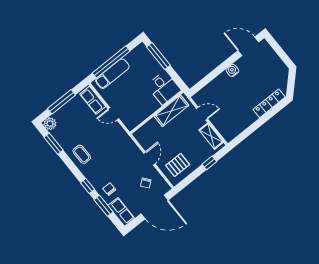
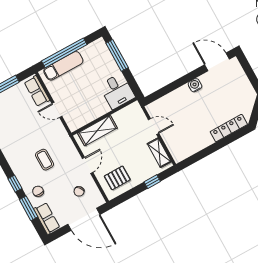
shelving: (172, 111) -> (97, 131), moved
coffee table: (82, 154) -> (44, 160), moved

